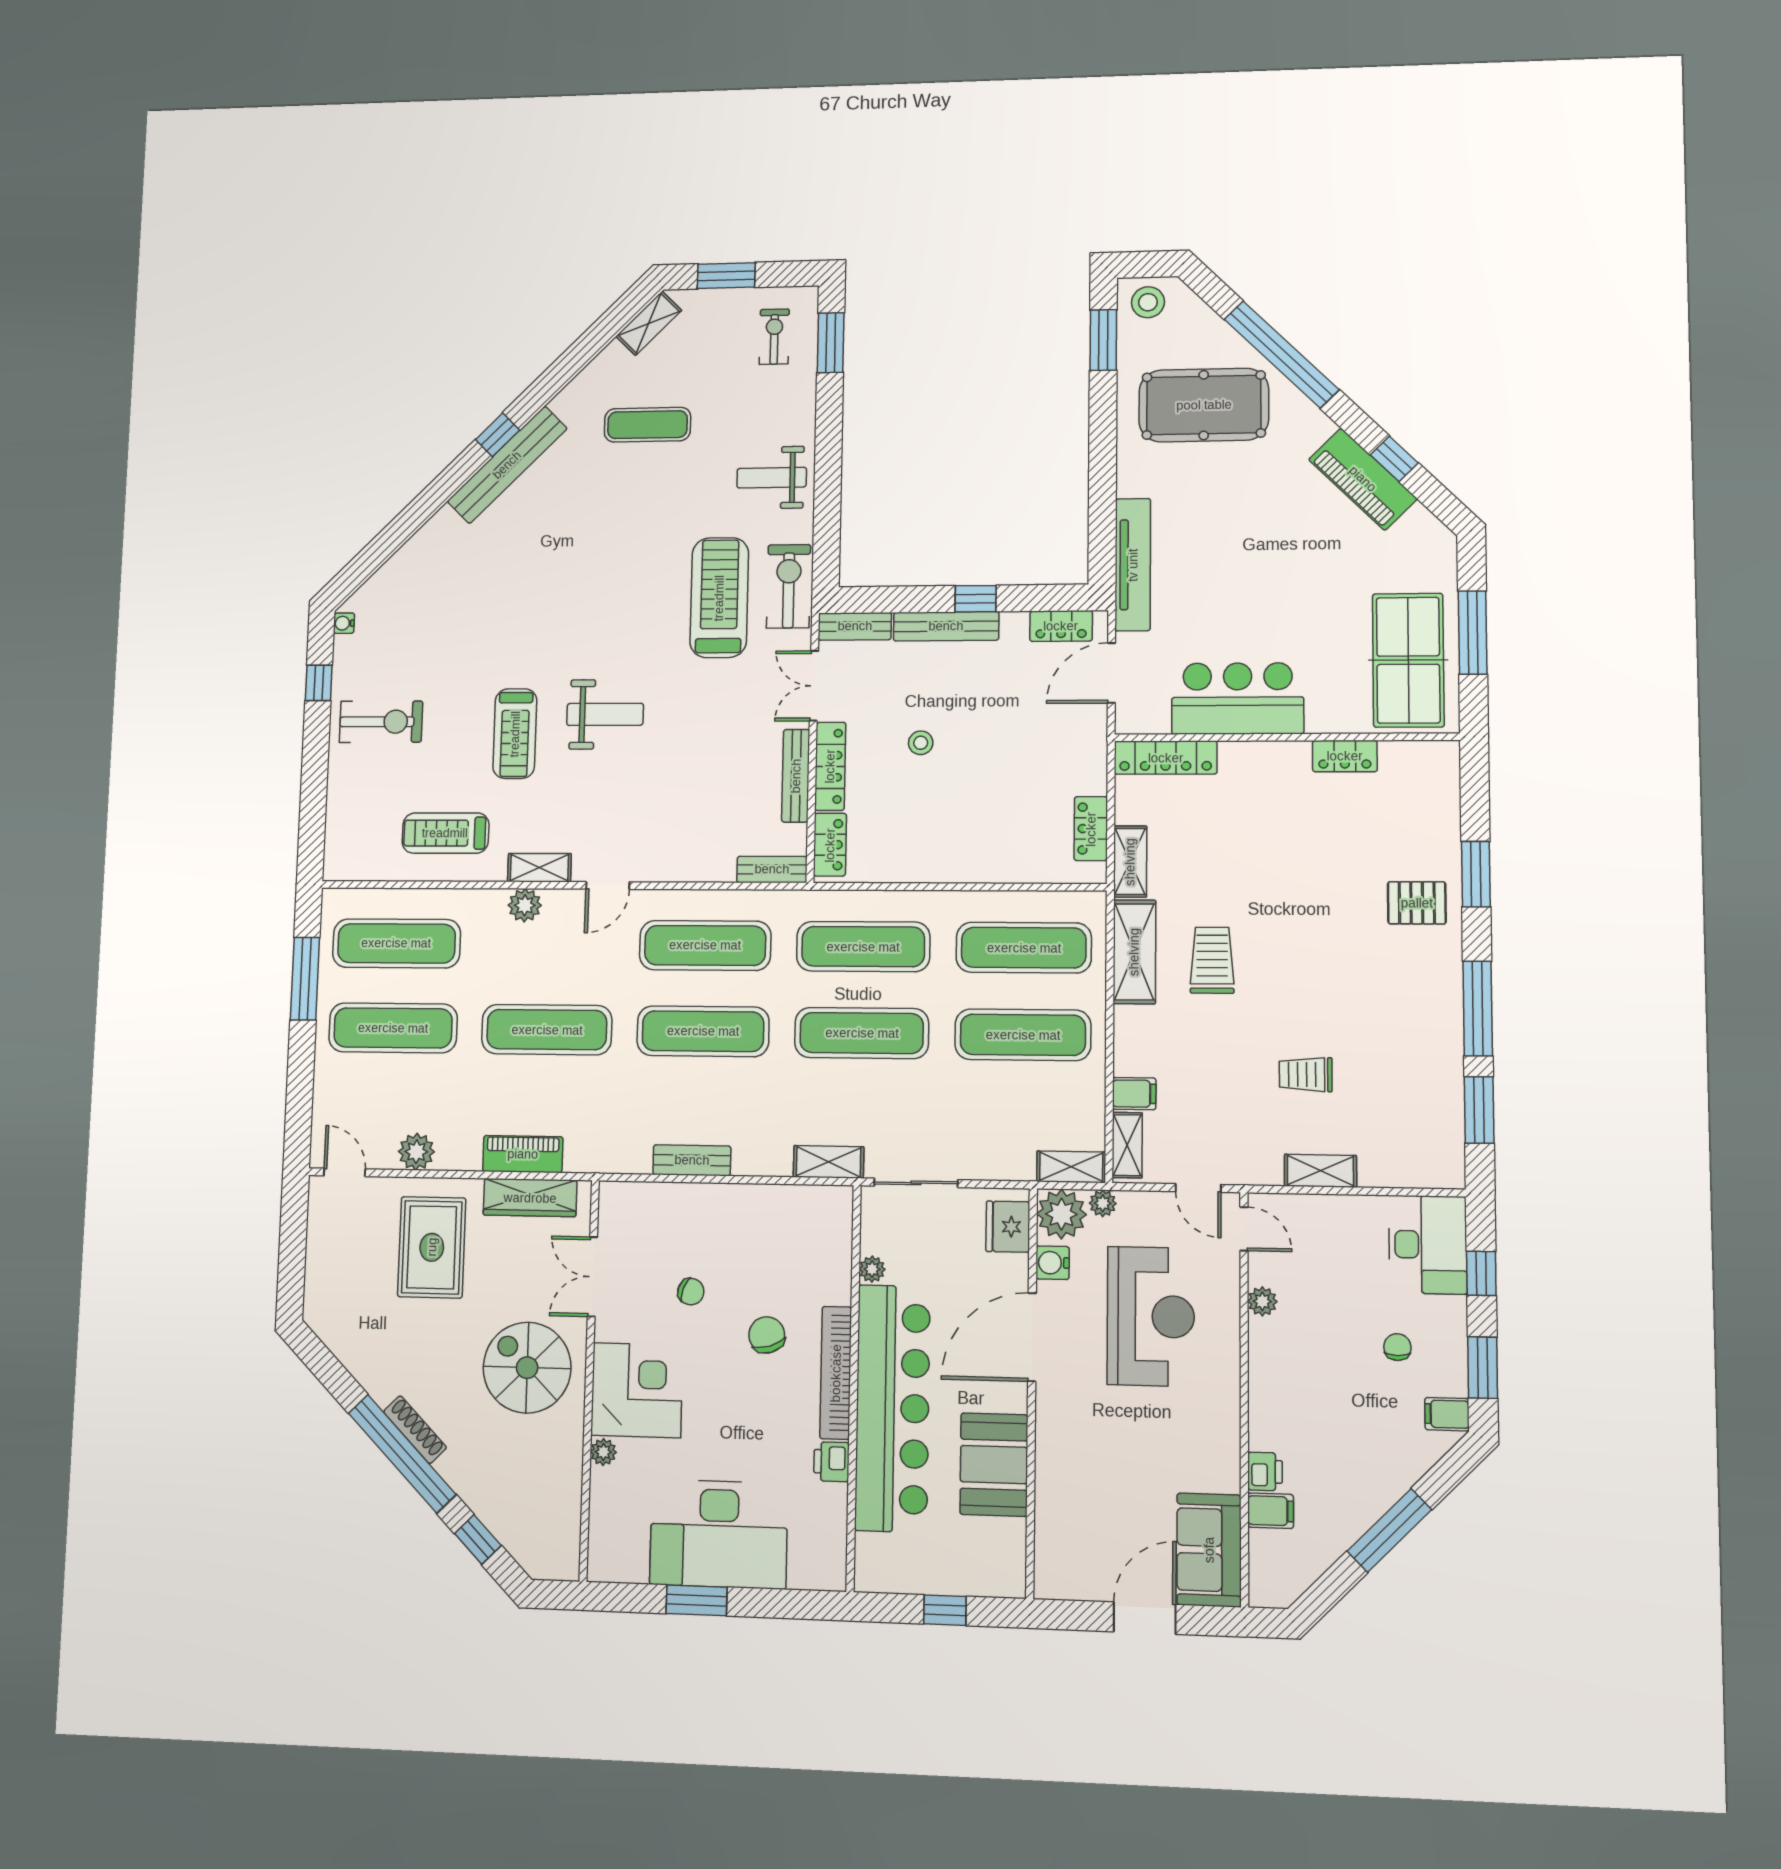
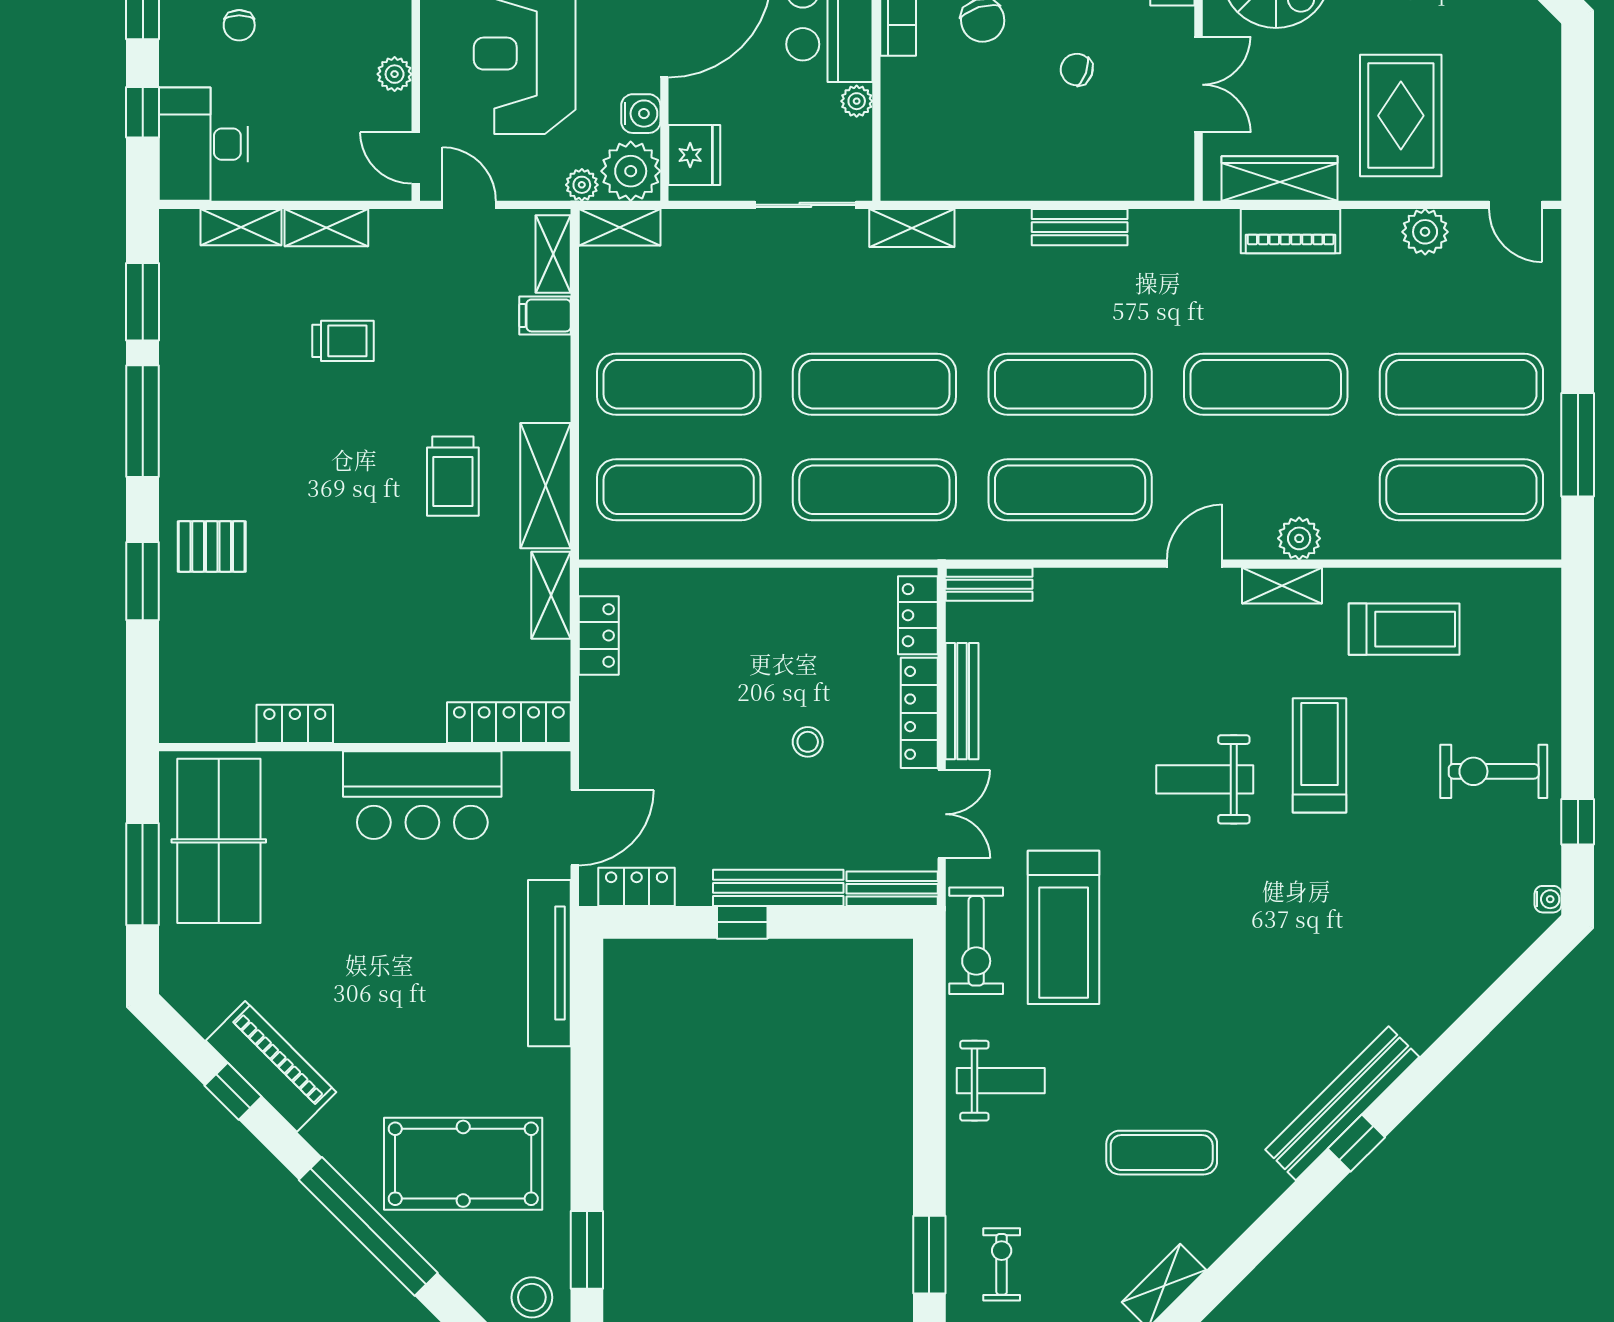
exercise bike: (774, 337) -> (1002, 1264), turned 180
shelving: (1394, 1173) -> (241, 227), added

